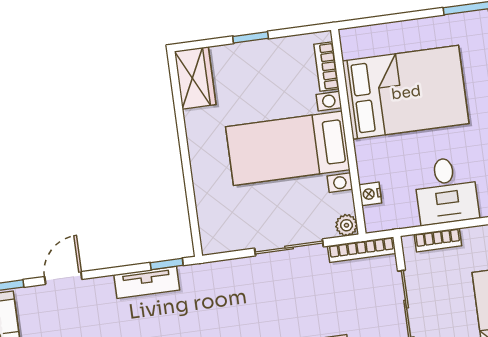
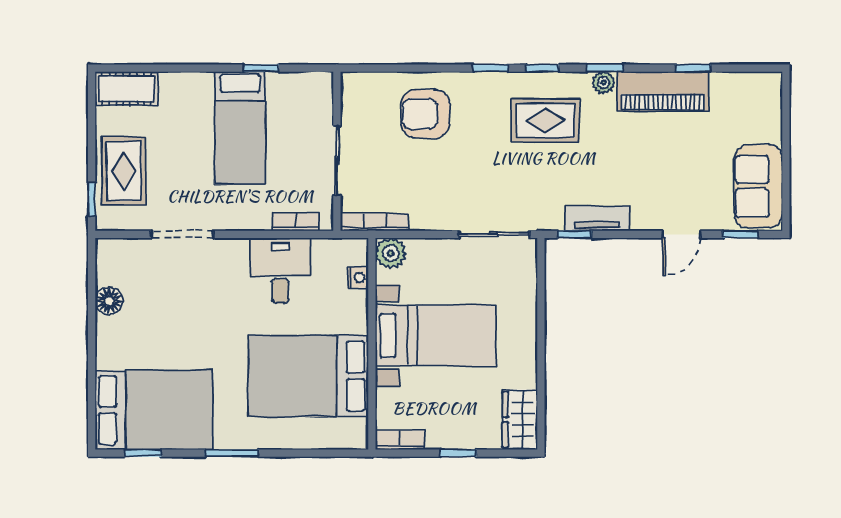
bookcase: (326, 67) -> (400, 440), moved, turned -90
plant: (346, 225) -> (391, 253), width x1.38, depth x1.38
sliding door: (289, 247) -> (494, 234), moved

